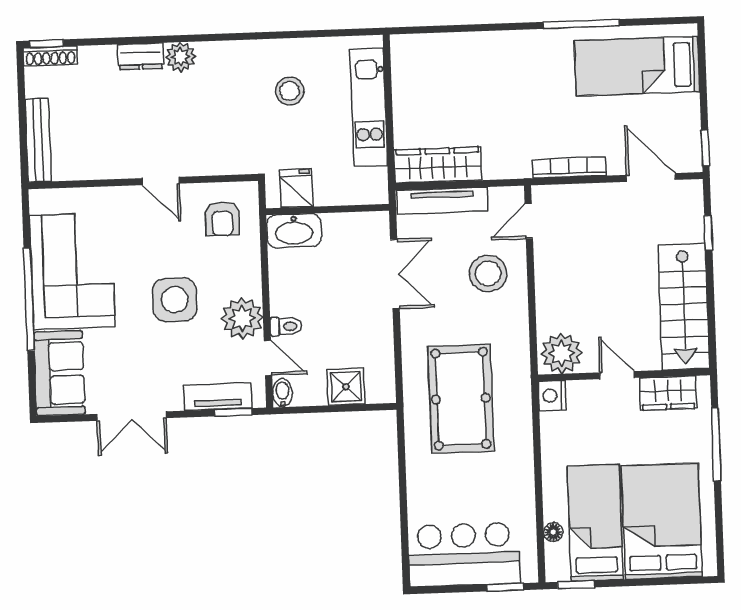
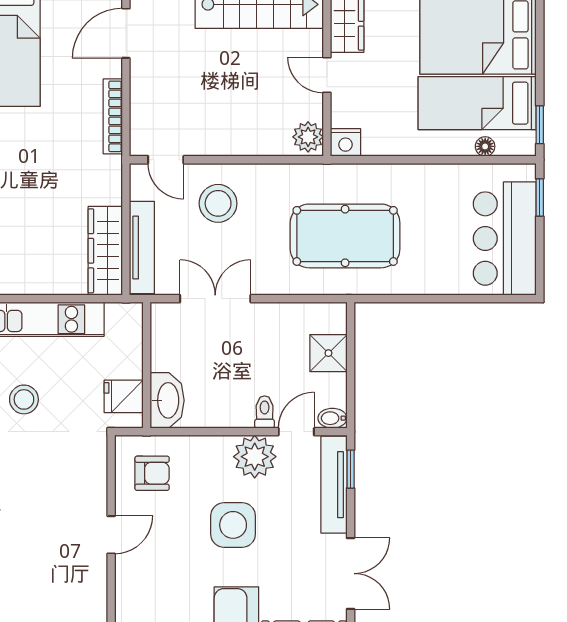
plant: (561, 353) -> (308, 137), width x0.73, depth x0.73
door: (617, 375) -> (327, 75), hinge flipped
tv unit: (218, 397) -> (334, 485), width x1.41

